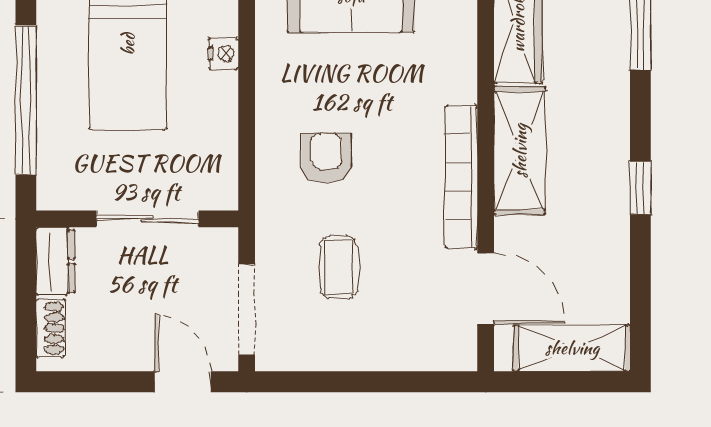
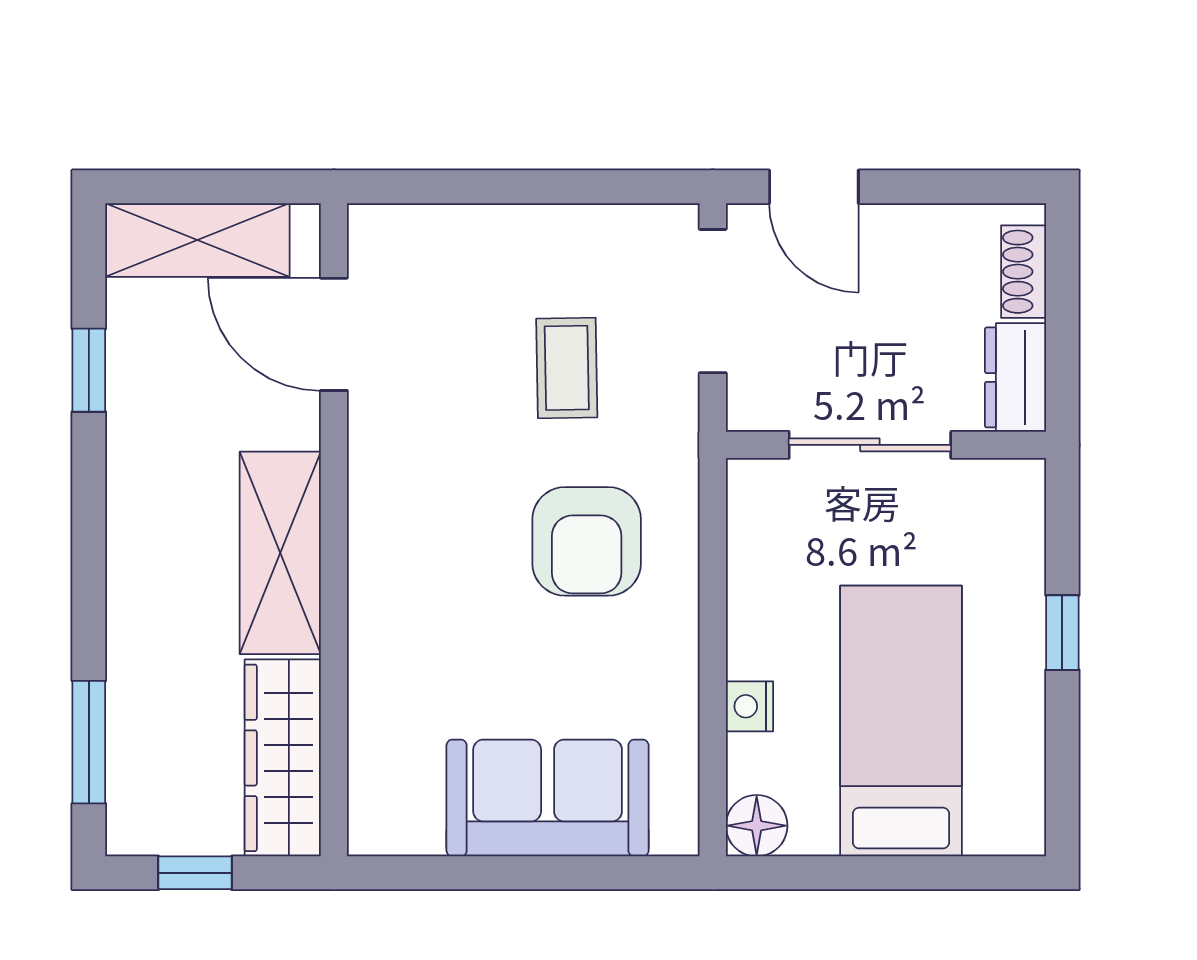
window: (26, 100) -> (1062, 633), width x0.32
armchair: (326, 158) -> (587, 541), width x1.38, depth x1.38
bookcase: (461, 177) -> (373, 511), removed
window: (640, 188) -> (89, 370), moved

